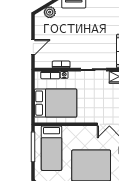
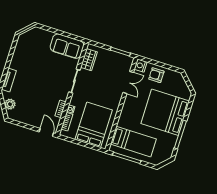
door: (33, 47) -> (46, 132), moved

